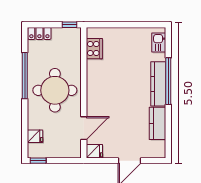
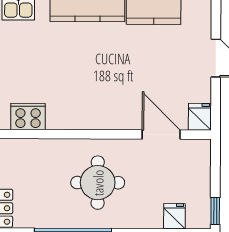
round table: (55, 90) -> (98, 183), width x0.73, depth x0.73

